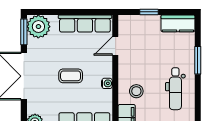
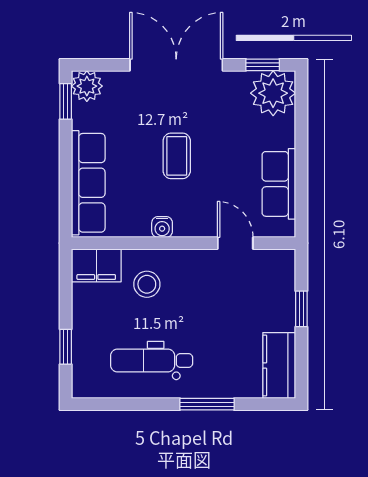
row of seats: (85, 24) -> (279, 184), width x0.68
window: (24, 32) -> (263, 65), width x0.67

